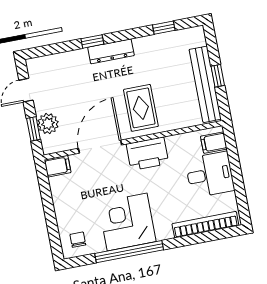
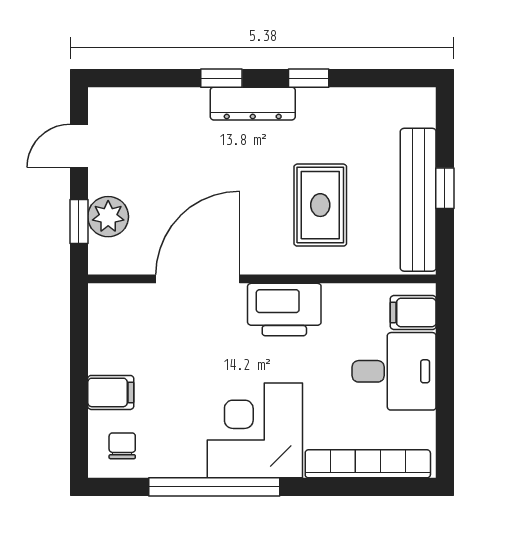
window: (164, 28) -> (309, 78), moved
rug: (141, 108) -> (320, 205), moved
filing cabinet: (58, 166) -> (111, 392), moved
corner desk: (127, 222) -> (255, 430), moved

